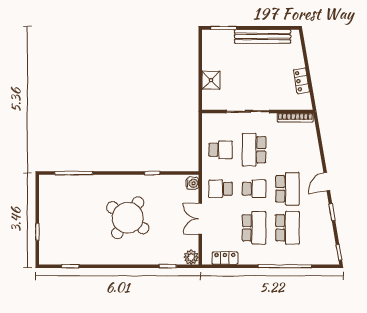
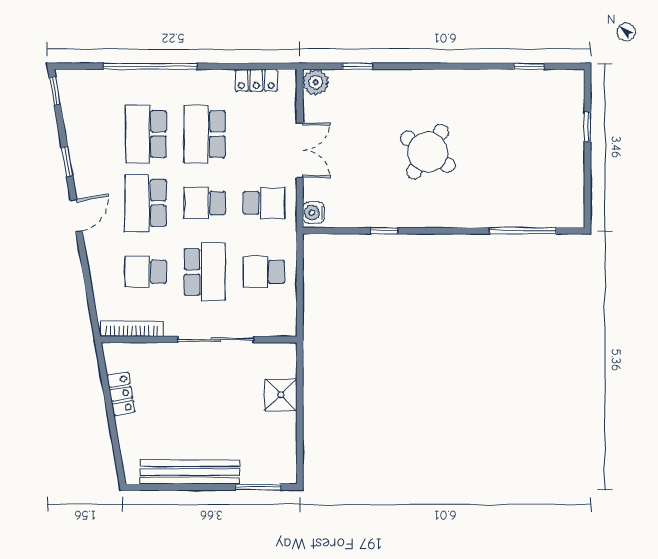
school desk: (287, 150) -> (146, 272), added
round table: (128, 218) -> (428, 152), width x0.73, depth x0.73

